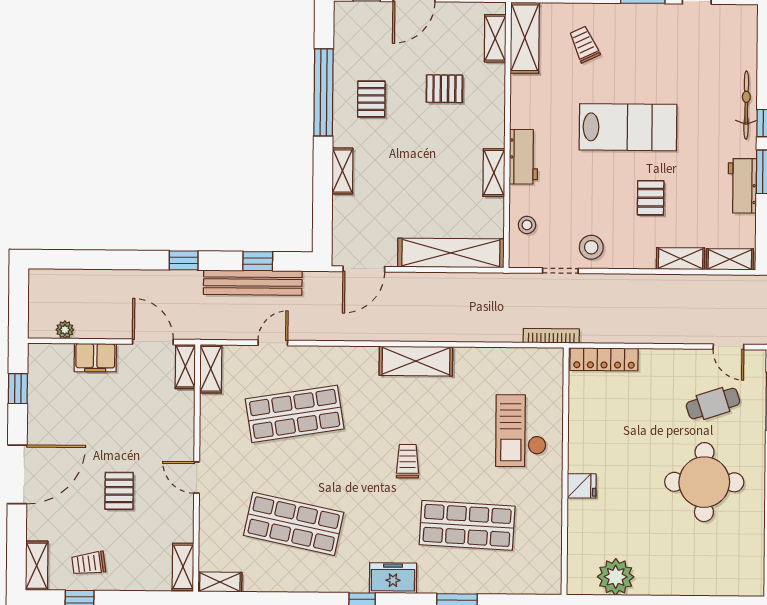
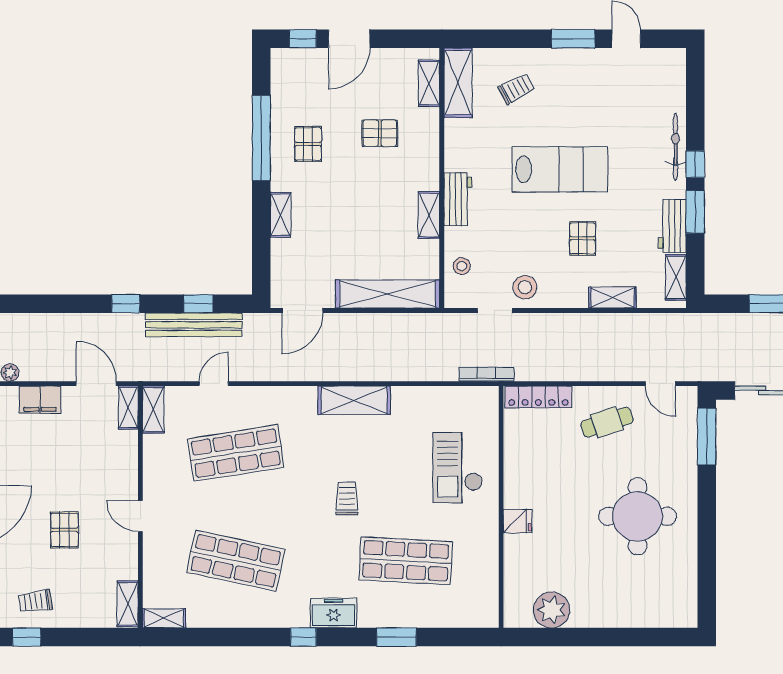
trolley: (584, 44) -> (516, 89), turned 87
shelving: (730, 259) -> (676, 277), moved, turned 90
cafe table: (713, 403) -> (607, 422), moved

